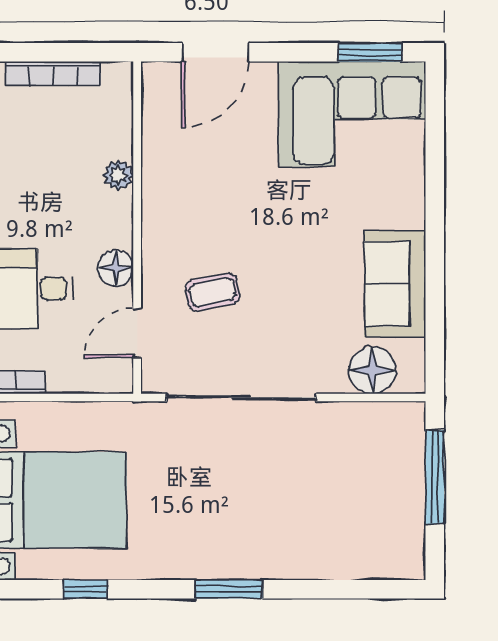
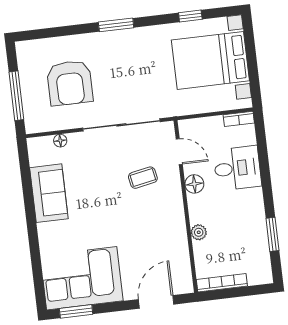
bookcase: (53, 74) -> (222, 283), moved
door: (137, 333) -> (179, 152), hinge flipped
floor lamp: (373, 370) -> (60, 141), width x0.53, depth x0.53
armchair: (330, 489) -> (70, 83), added

